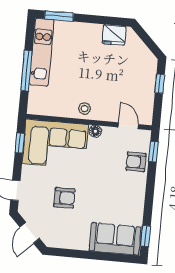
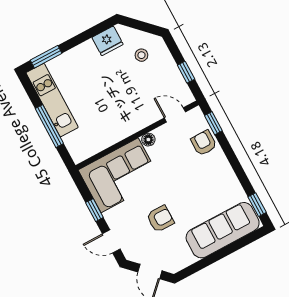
window: (160, 84) -> (186, 72), moved
stool: (84, 109) -> (141, 55), moved
window: (20, 143) -> (94, 210), moved
armchair: (136, 162) -> (204, 143), turned 90
sofa: (115, 239) -> (223, 230), width x1.36

